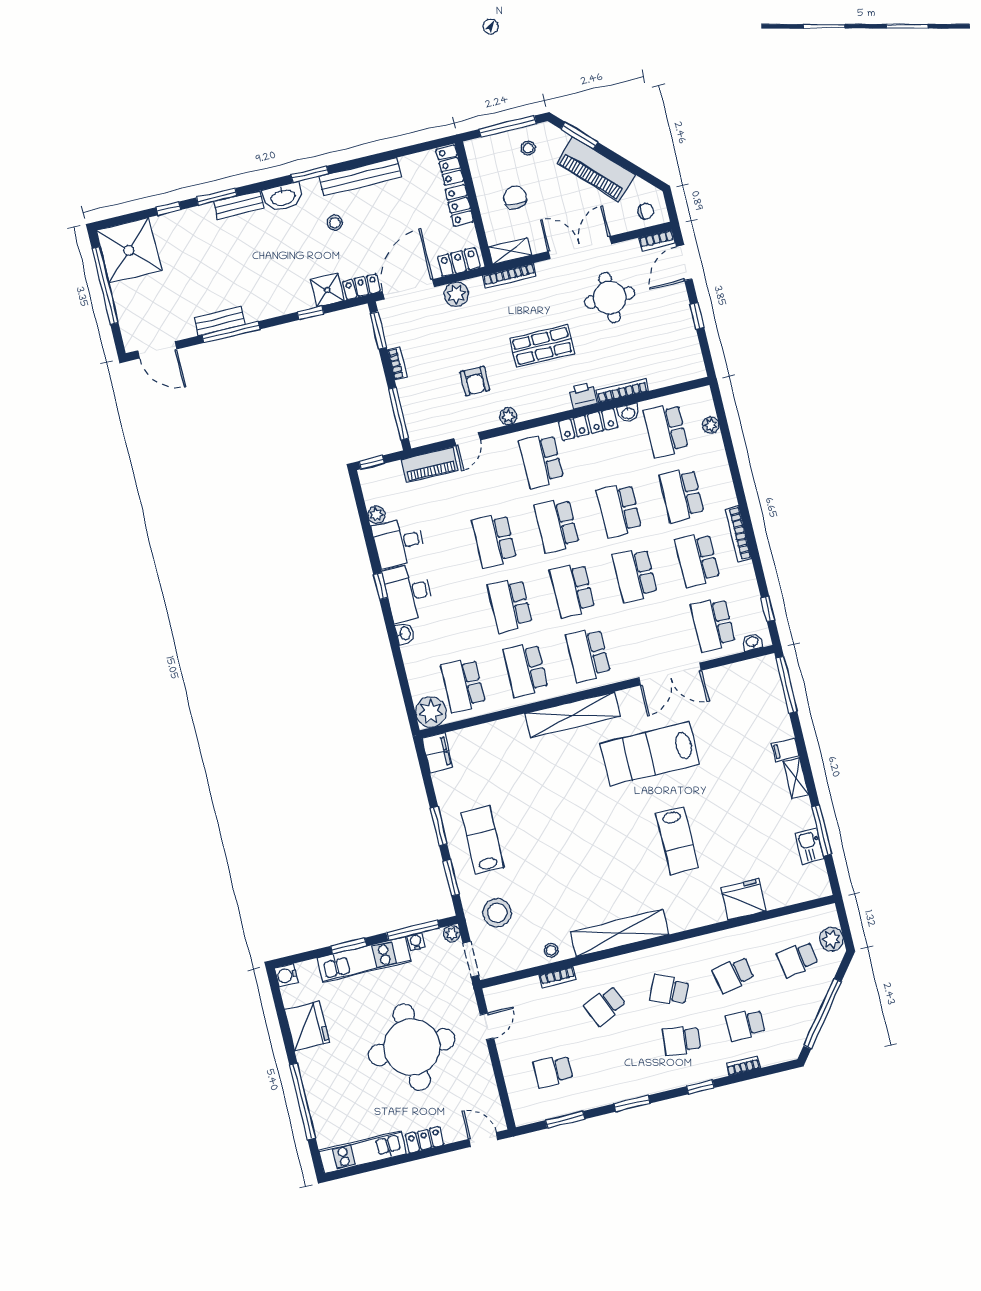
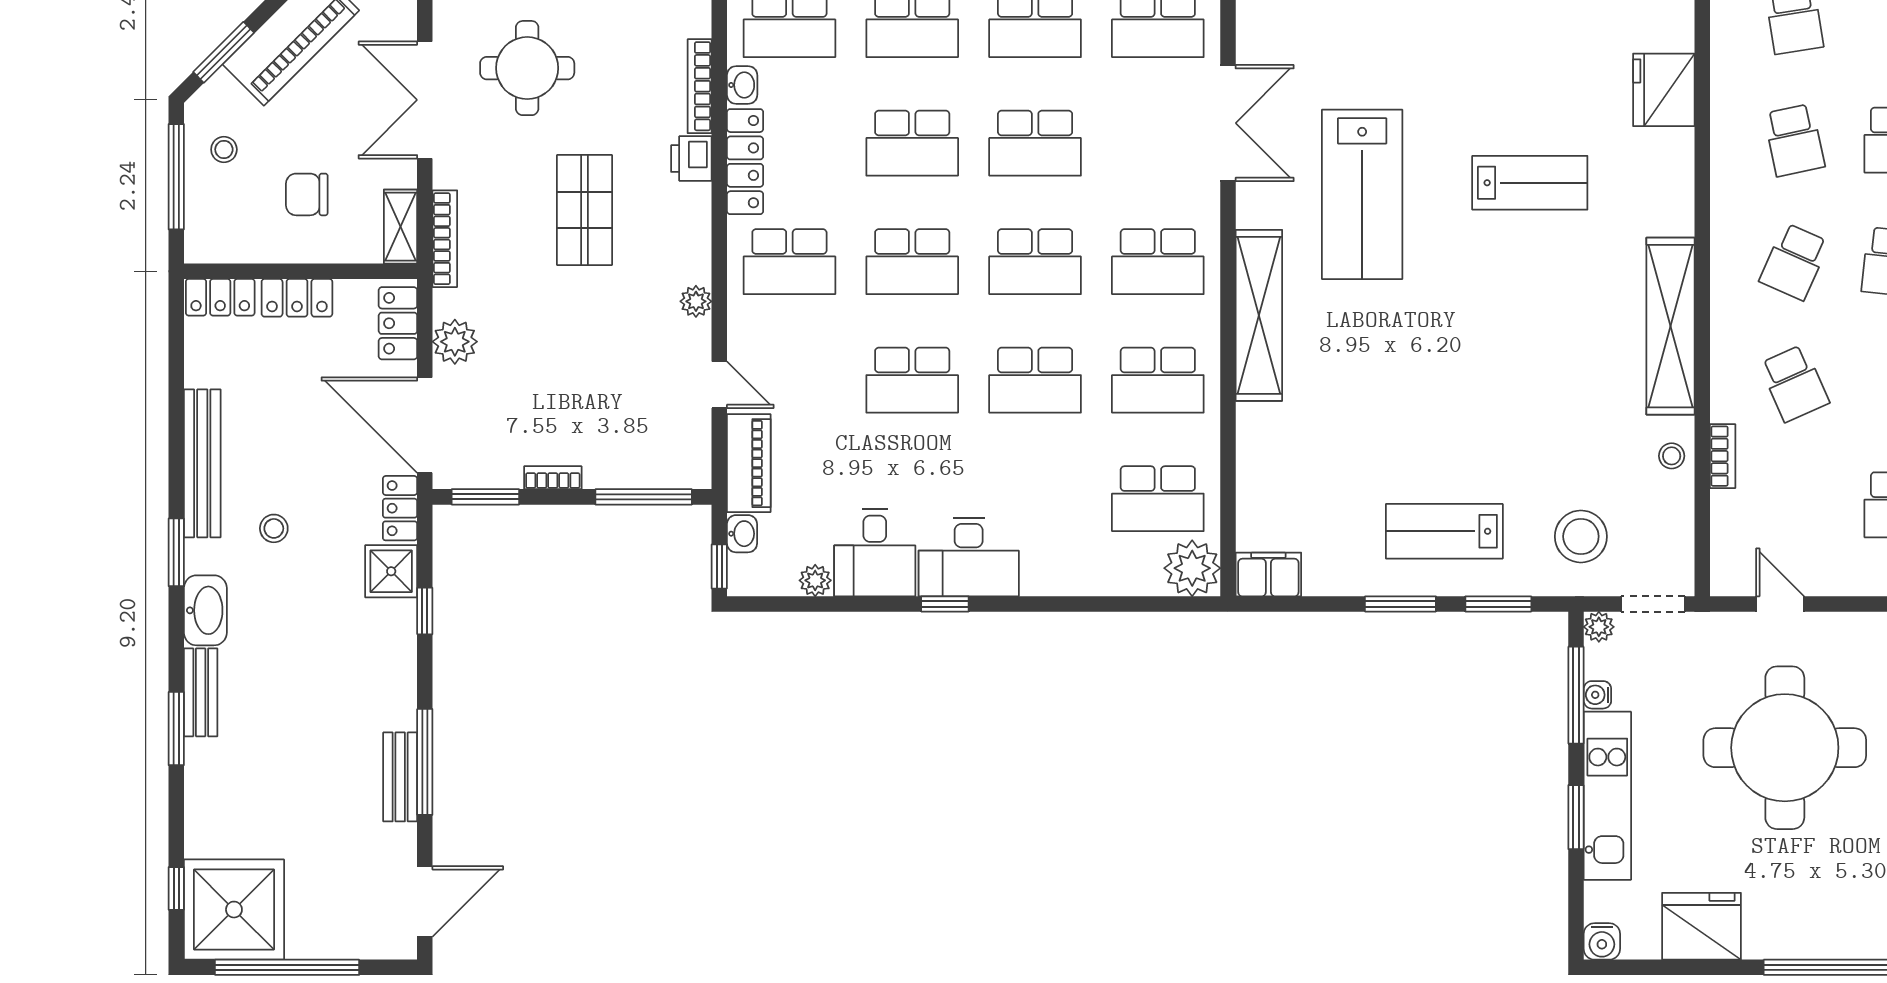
window: (169, 208) -> (176, 888), moved
armchair: (475, 381) -> (618, 346), removed
washbasin: (405, 634) -> (742, 534), moved, turned 90

